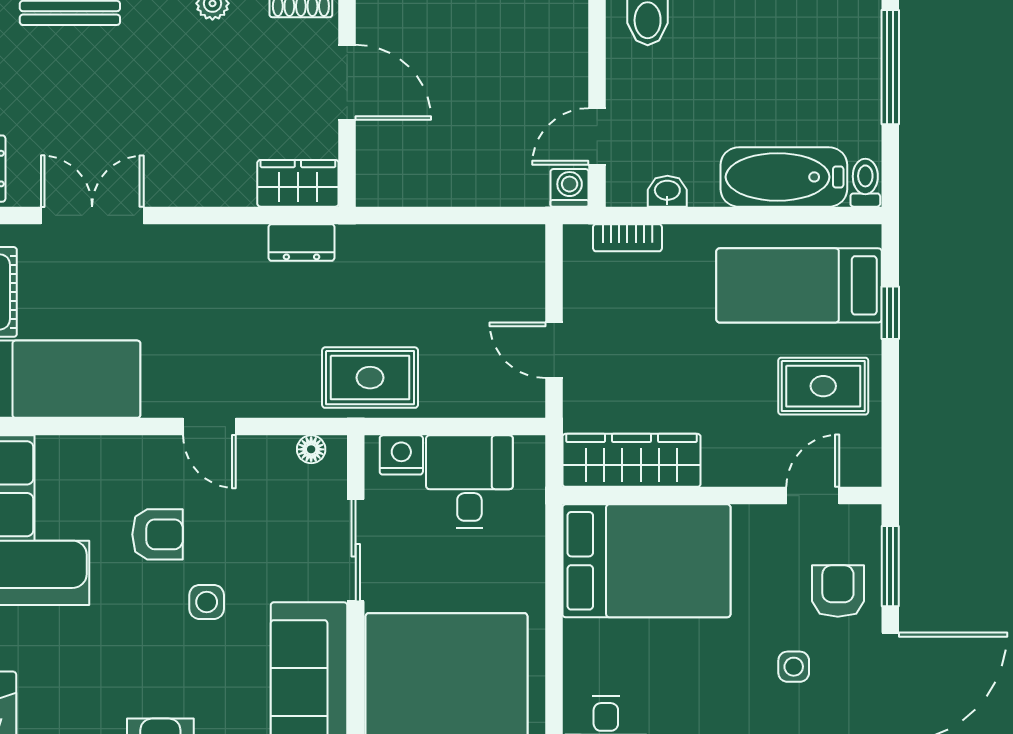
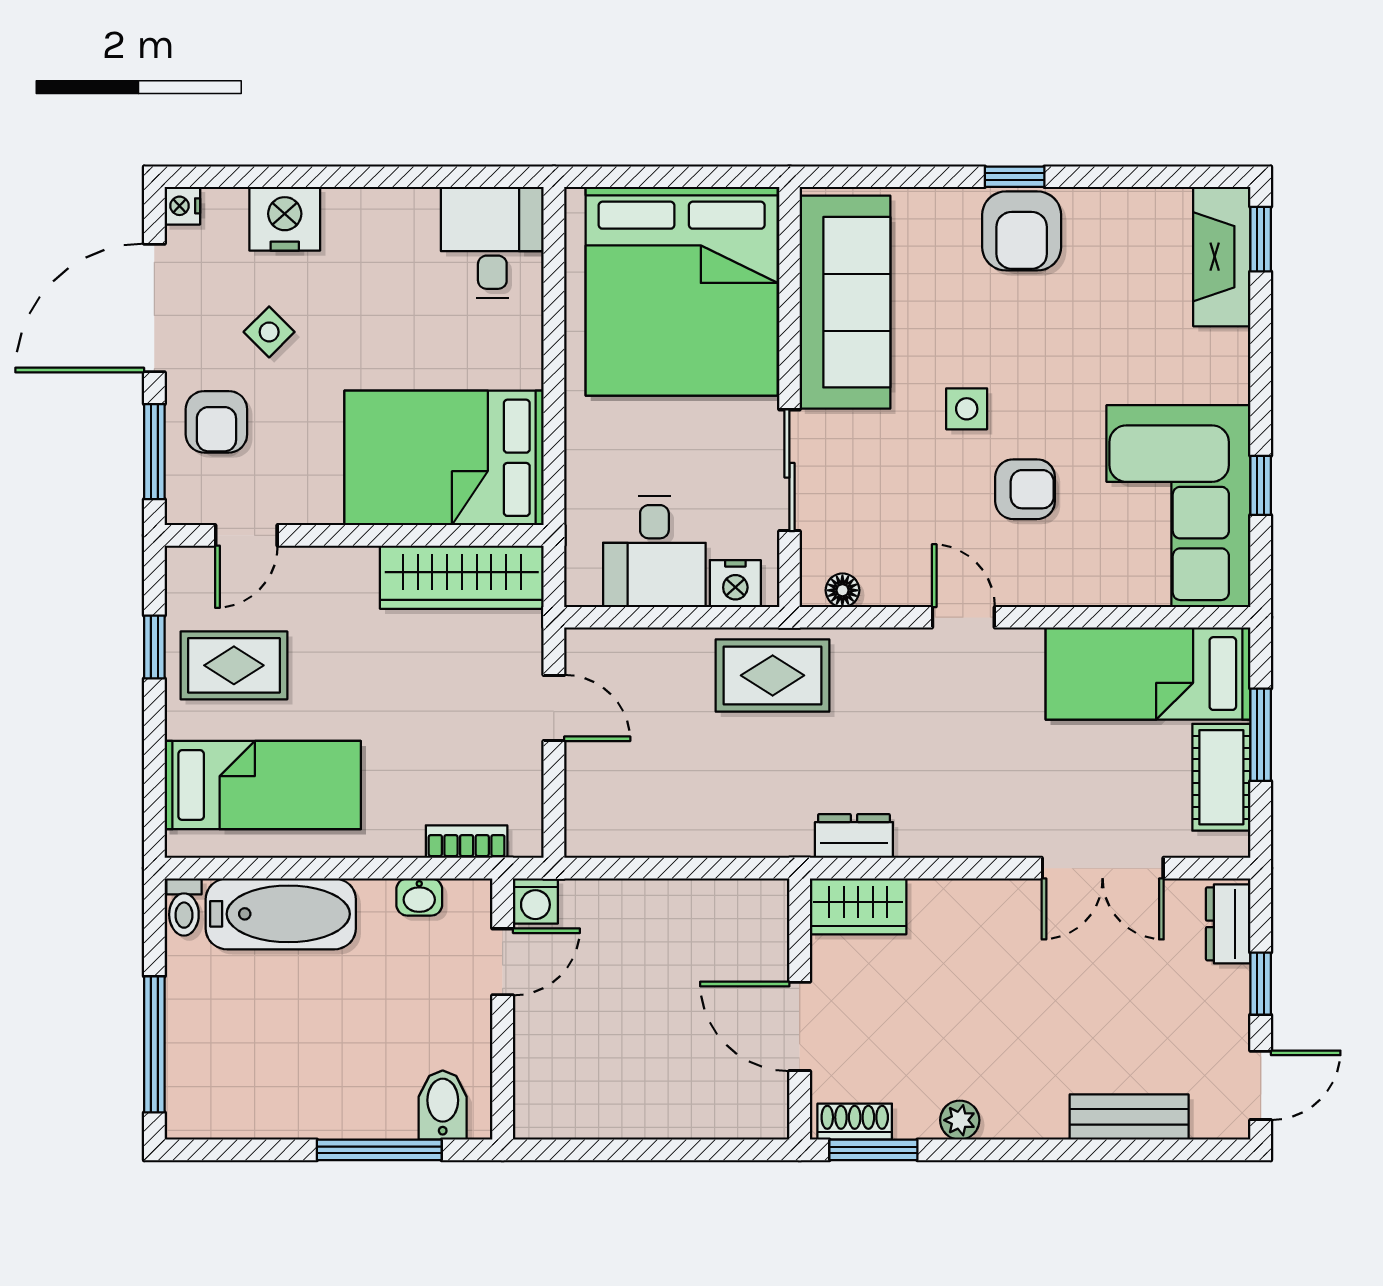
window: (890, 313) -> (154, 647), moved
armchair: (158, 534) -> (1025, 489), turned 180
side table: (794, 667) -> (269, 332), turned 45

